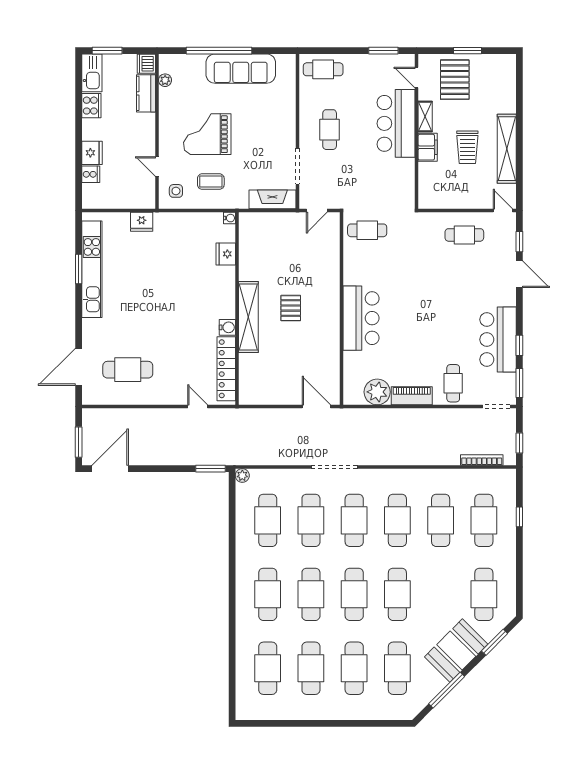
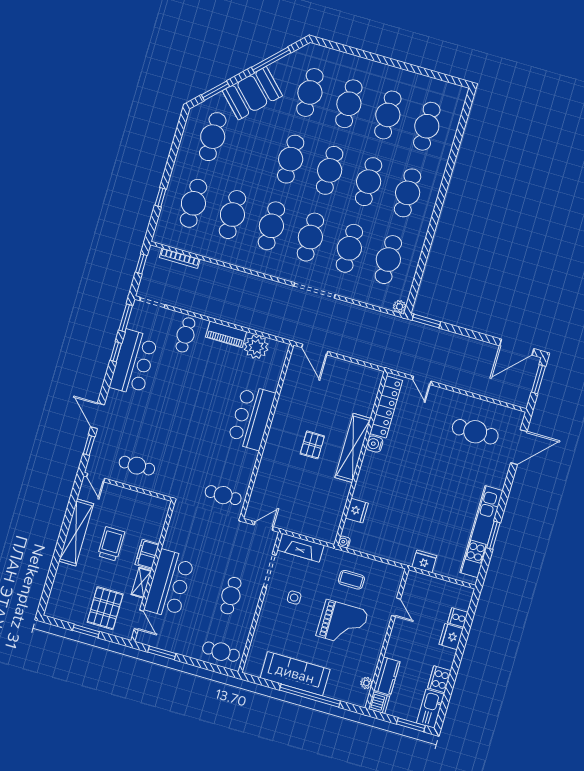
side table: (176, 191) -> (294, 598), moved

